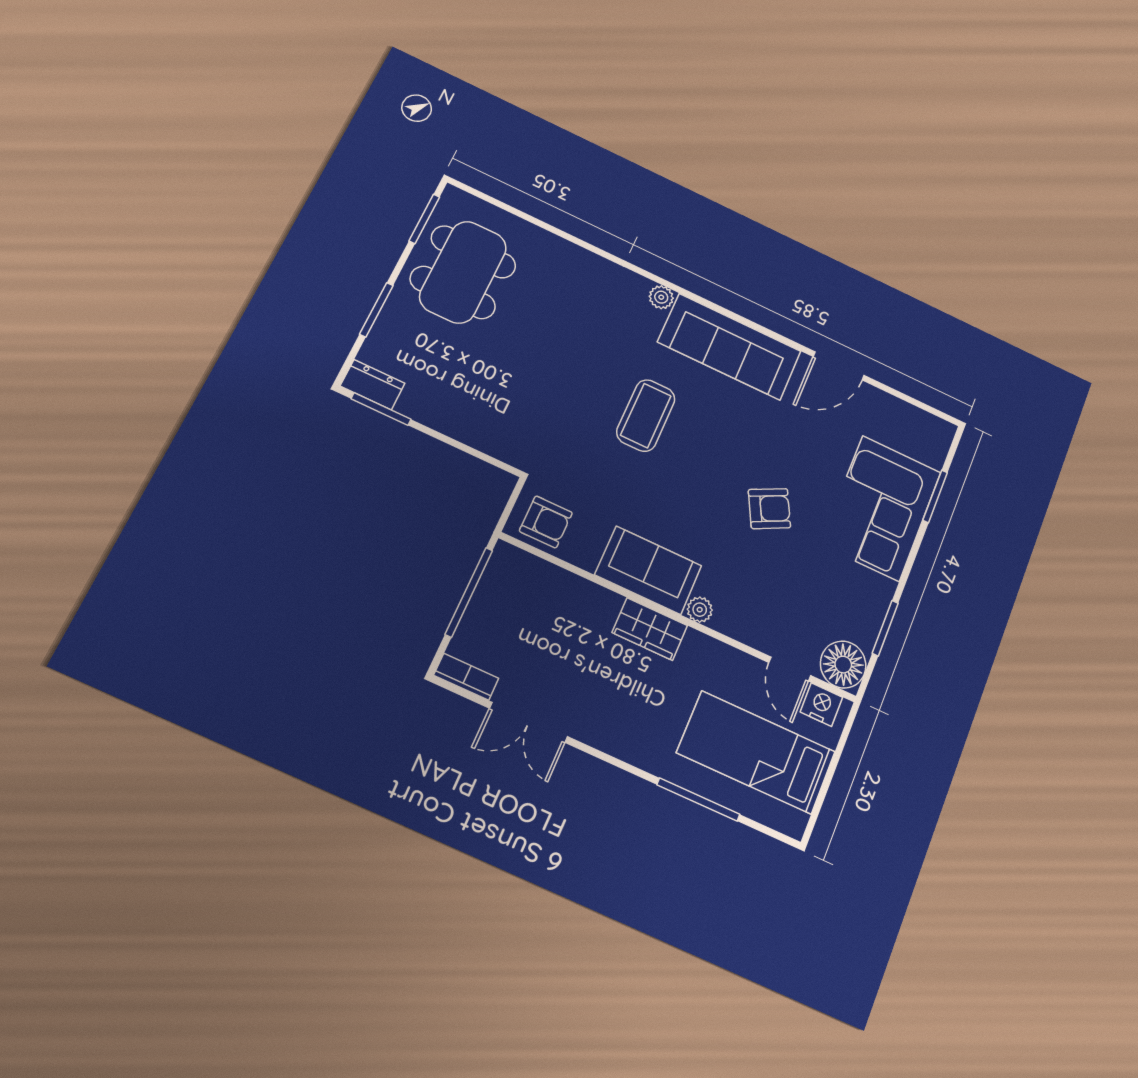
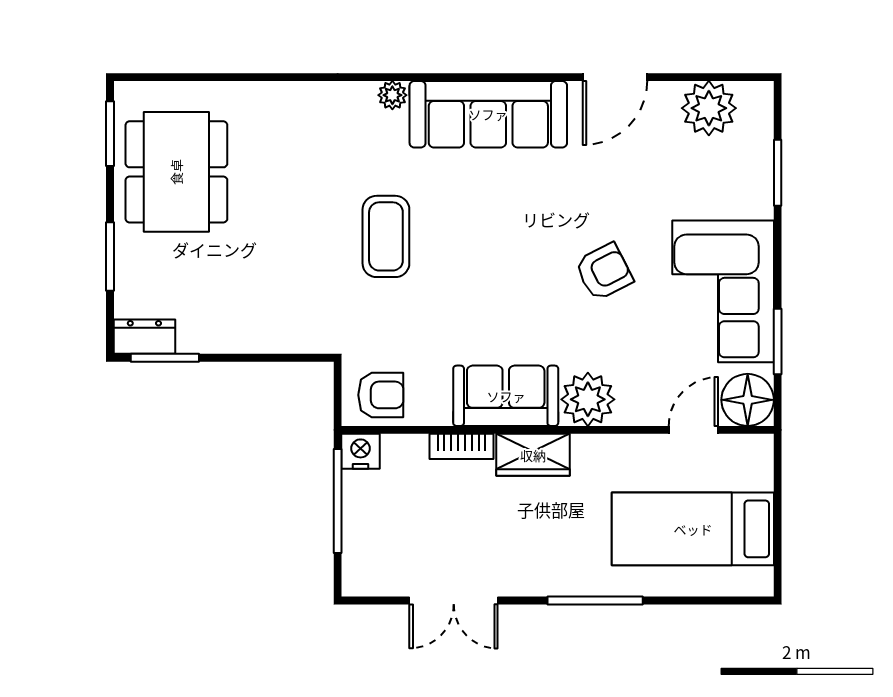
coffee table: (646, 415) -> (386, 236), moved
plant: (901, 423) -> (709, 108), added
corner sofa: (881, 508) -> (723, 291), moved
plant: (700, 610) -> (588, 399), width x1.88, depth x1.88
door: (790, 669) -> (693, 430), swing flipped
bookcase: (466, 677) -> (461, 446), moved, turned 180
nightstand: (821, 705) -> (360, 451), moved
window: (698, 800) -> (595, 601), moved

